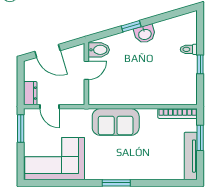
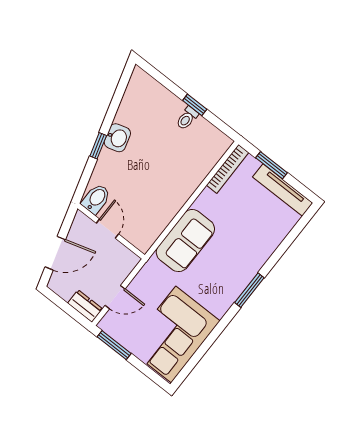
toilet: (189, 49) -> (187, 118), moved

